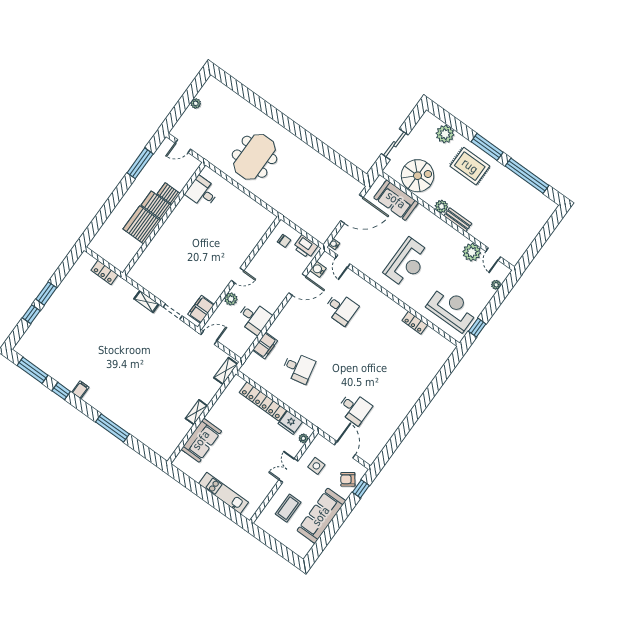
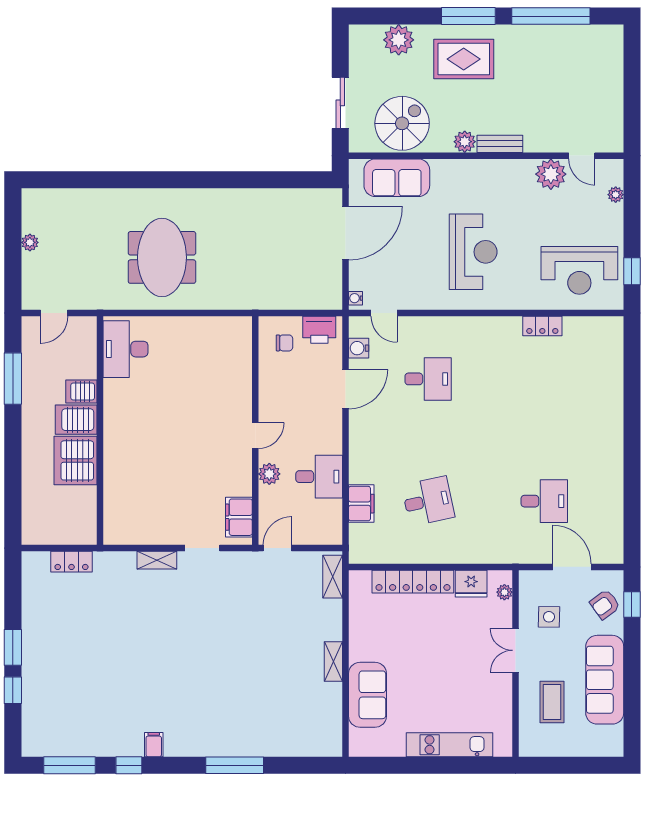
desk: (202, 192) -> (126, 349), width x1.37
reception desk: (452, 309) -> (579, 270), turned 180

